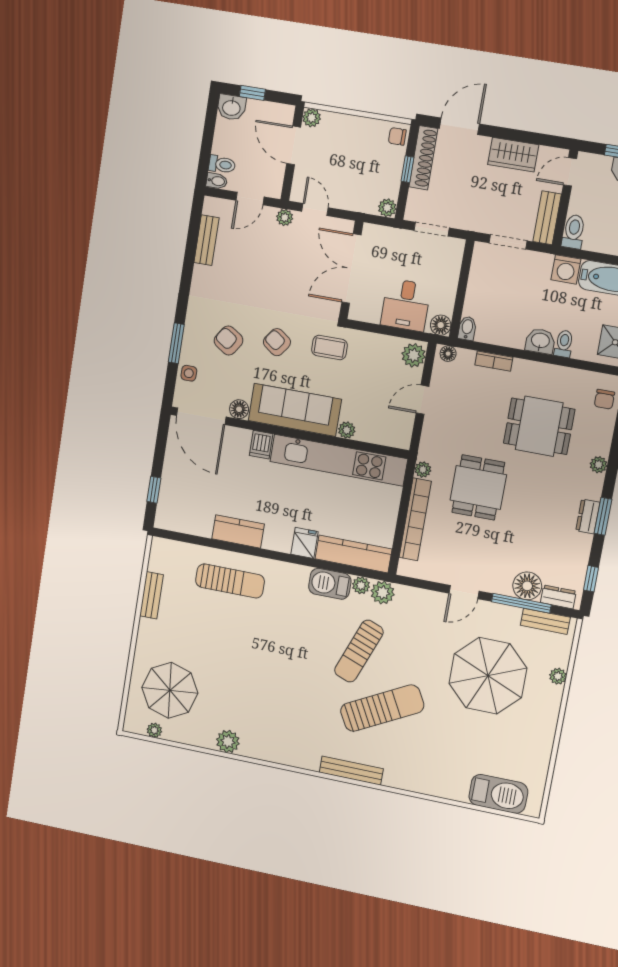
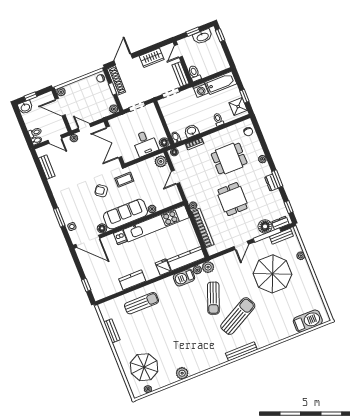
door: (250, 199) -> (55, 139), hinge flipped
armchair: (229, 341) -> (81, 203), removed
washbasin: (540, 341) -> (192, 131), moved
dining table: (478, 487) -> (233, 199), moved

